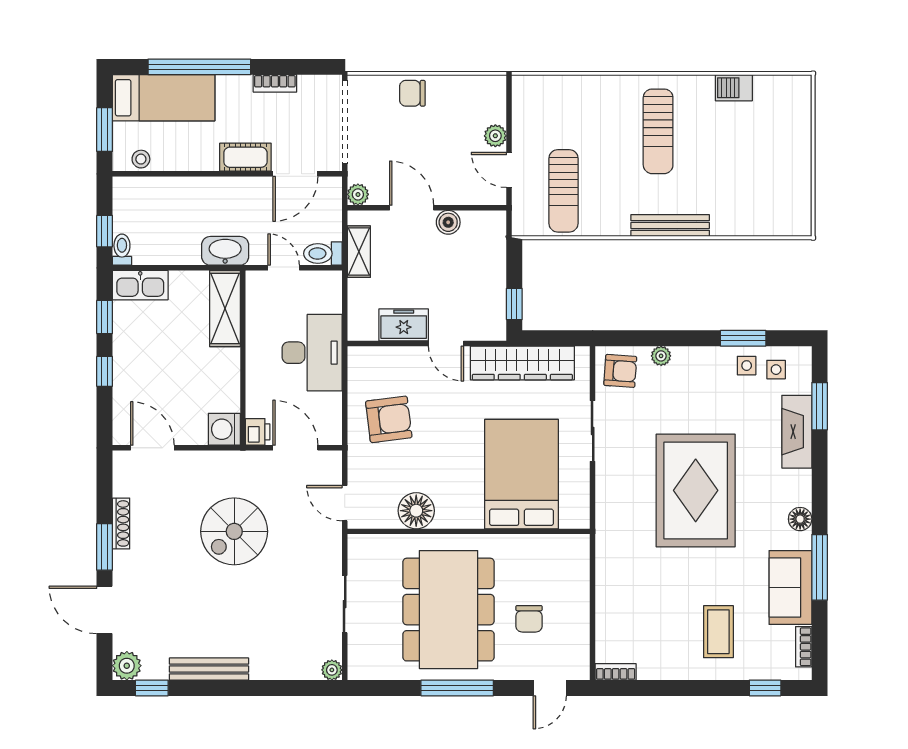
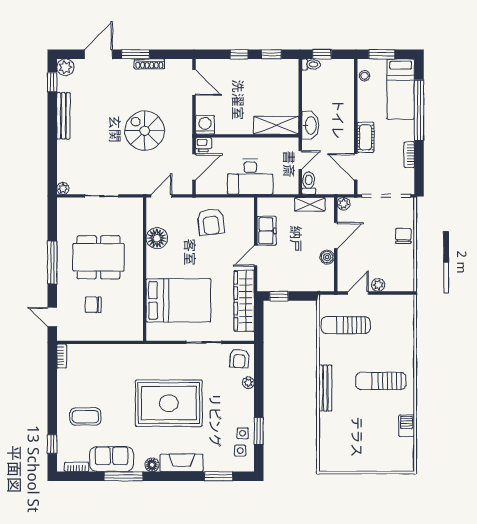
kitchen sink: (140, 285) -> (290, 75), removed
fireplace: (797, 432) -> (182, 463), moved
door: (152, 448) -> (194, 82), hinge flipped
dining table: (449, 610) -> (98, 257), width x0.73, depth x0.80

